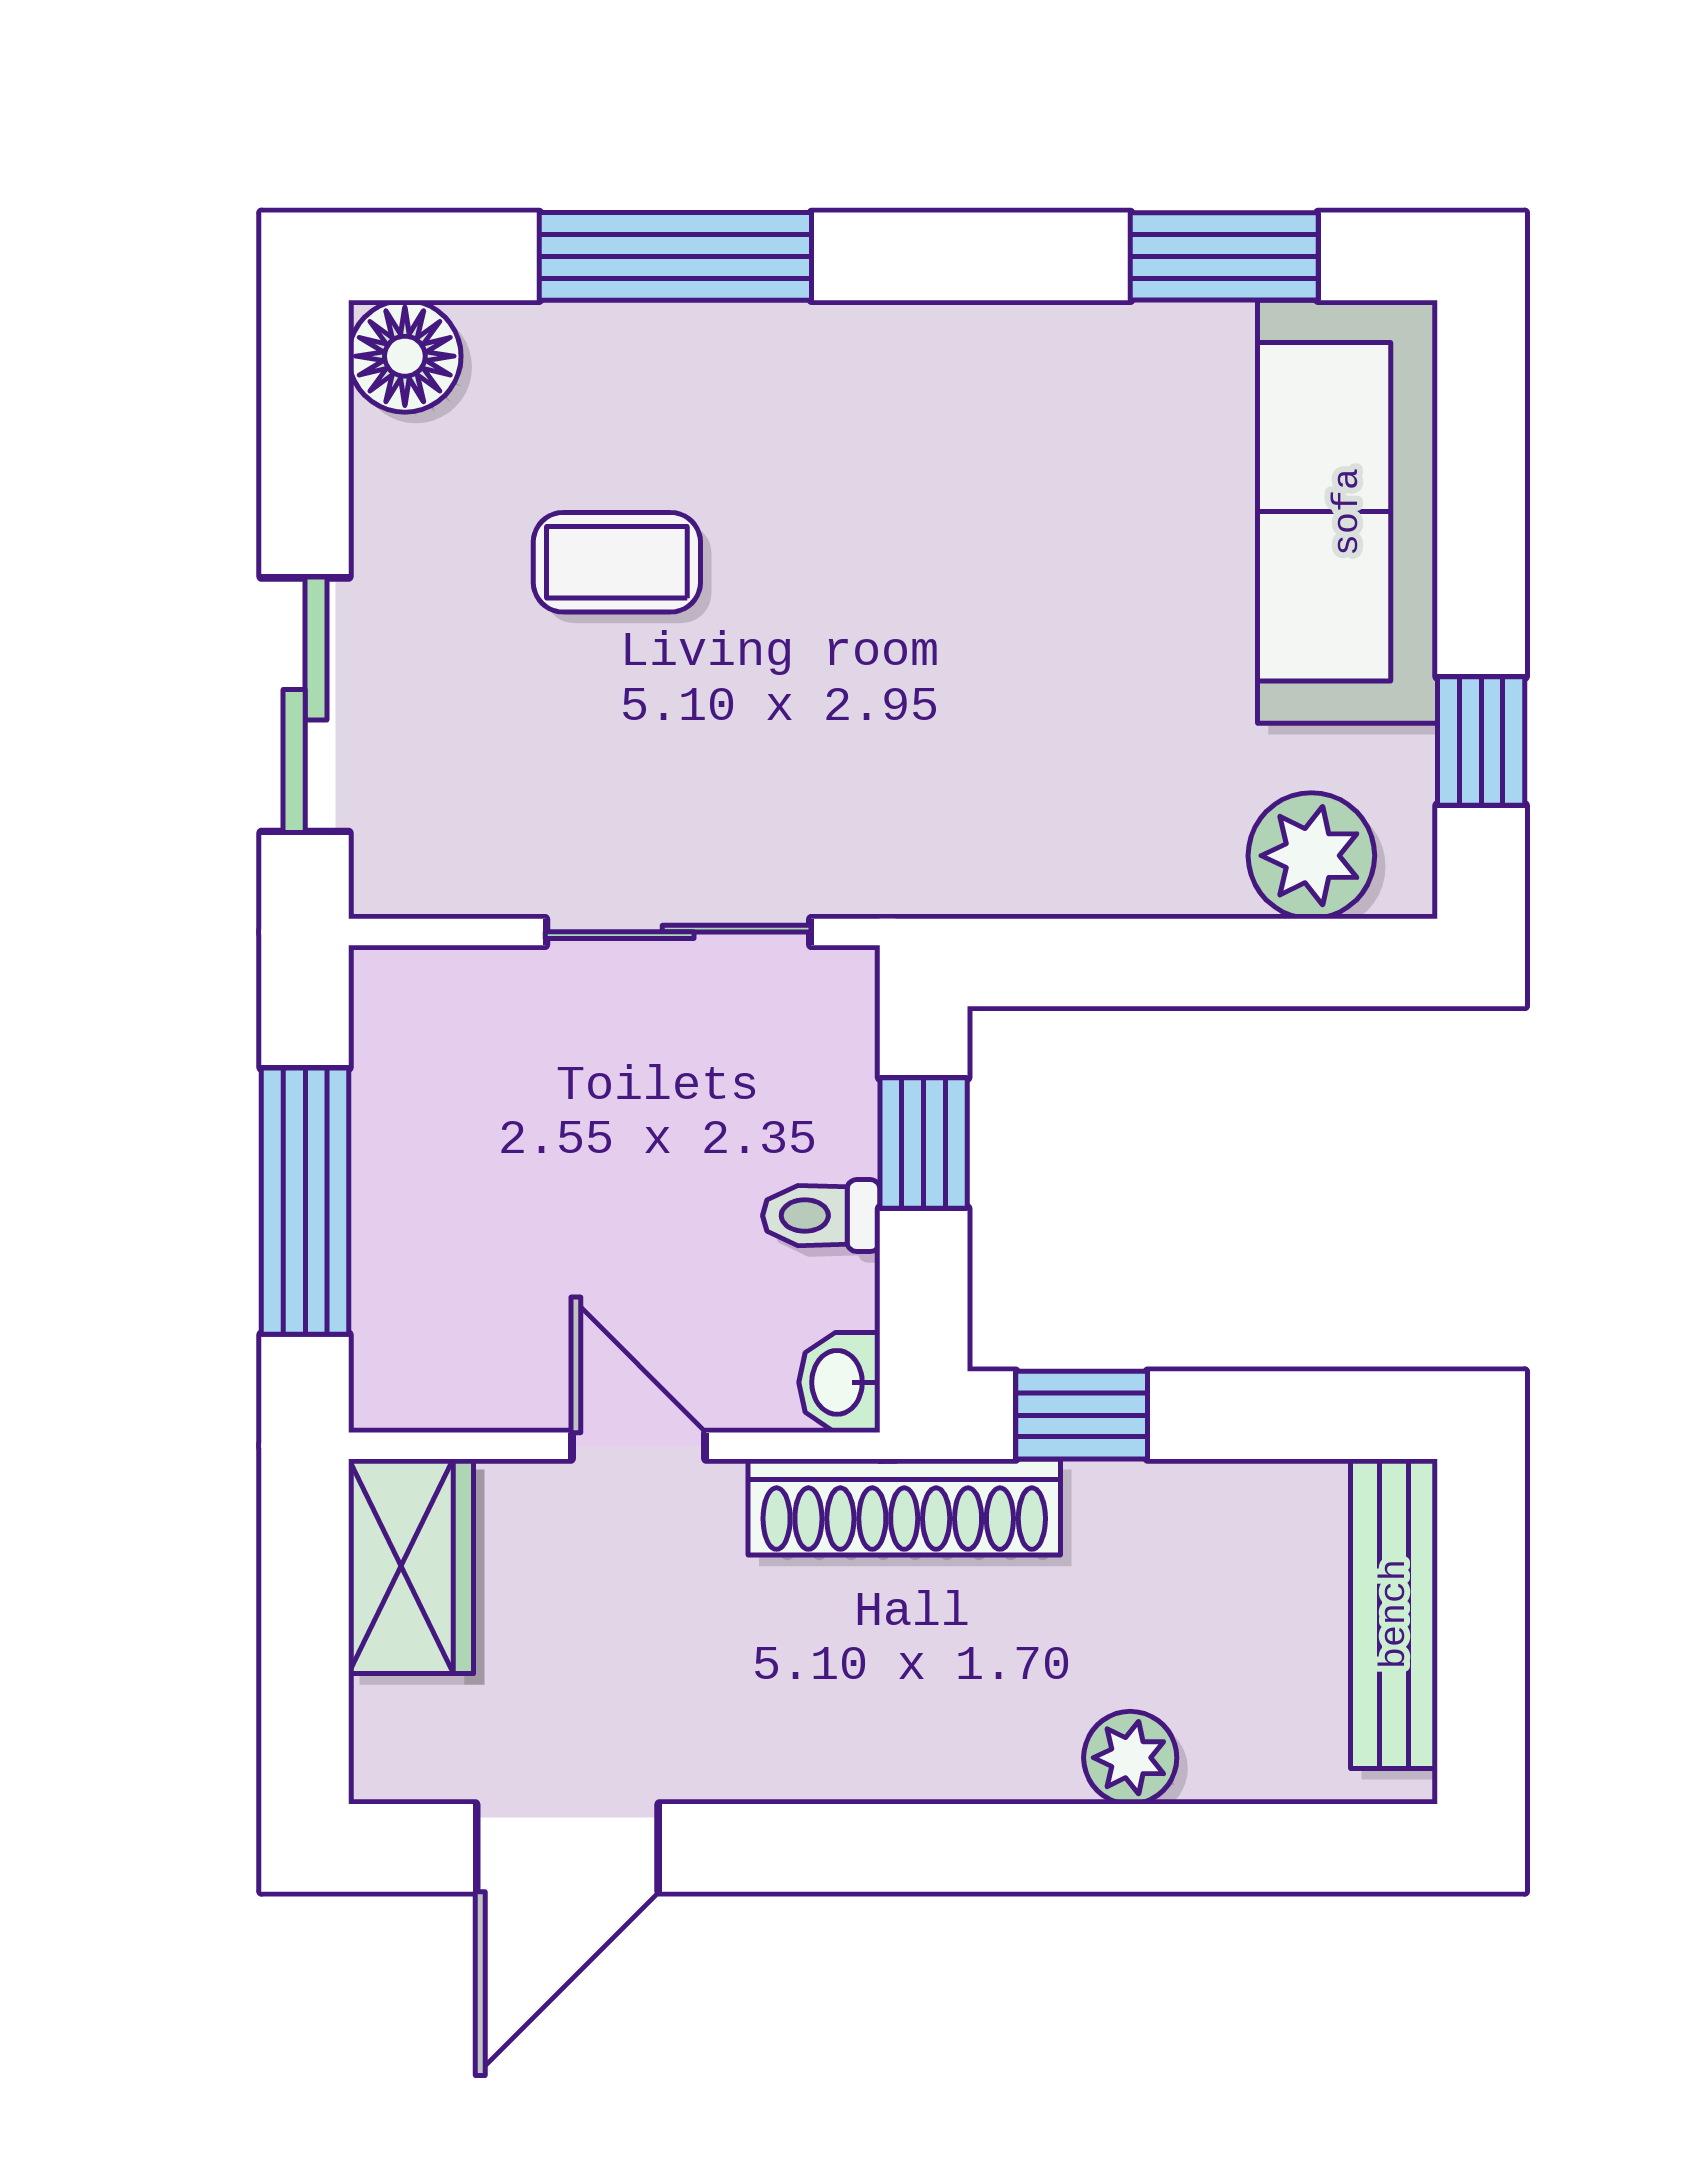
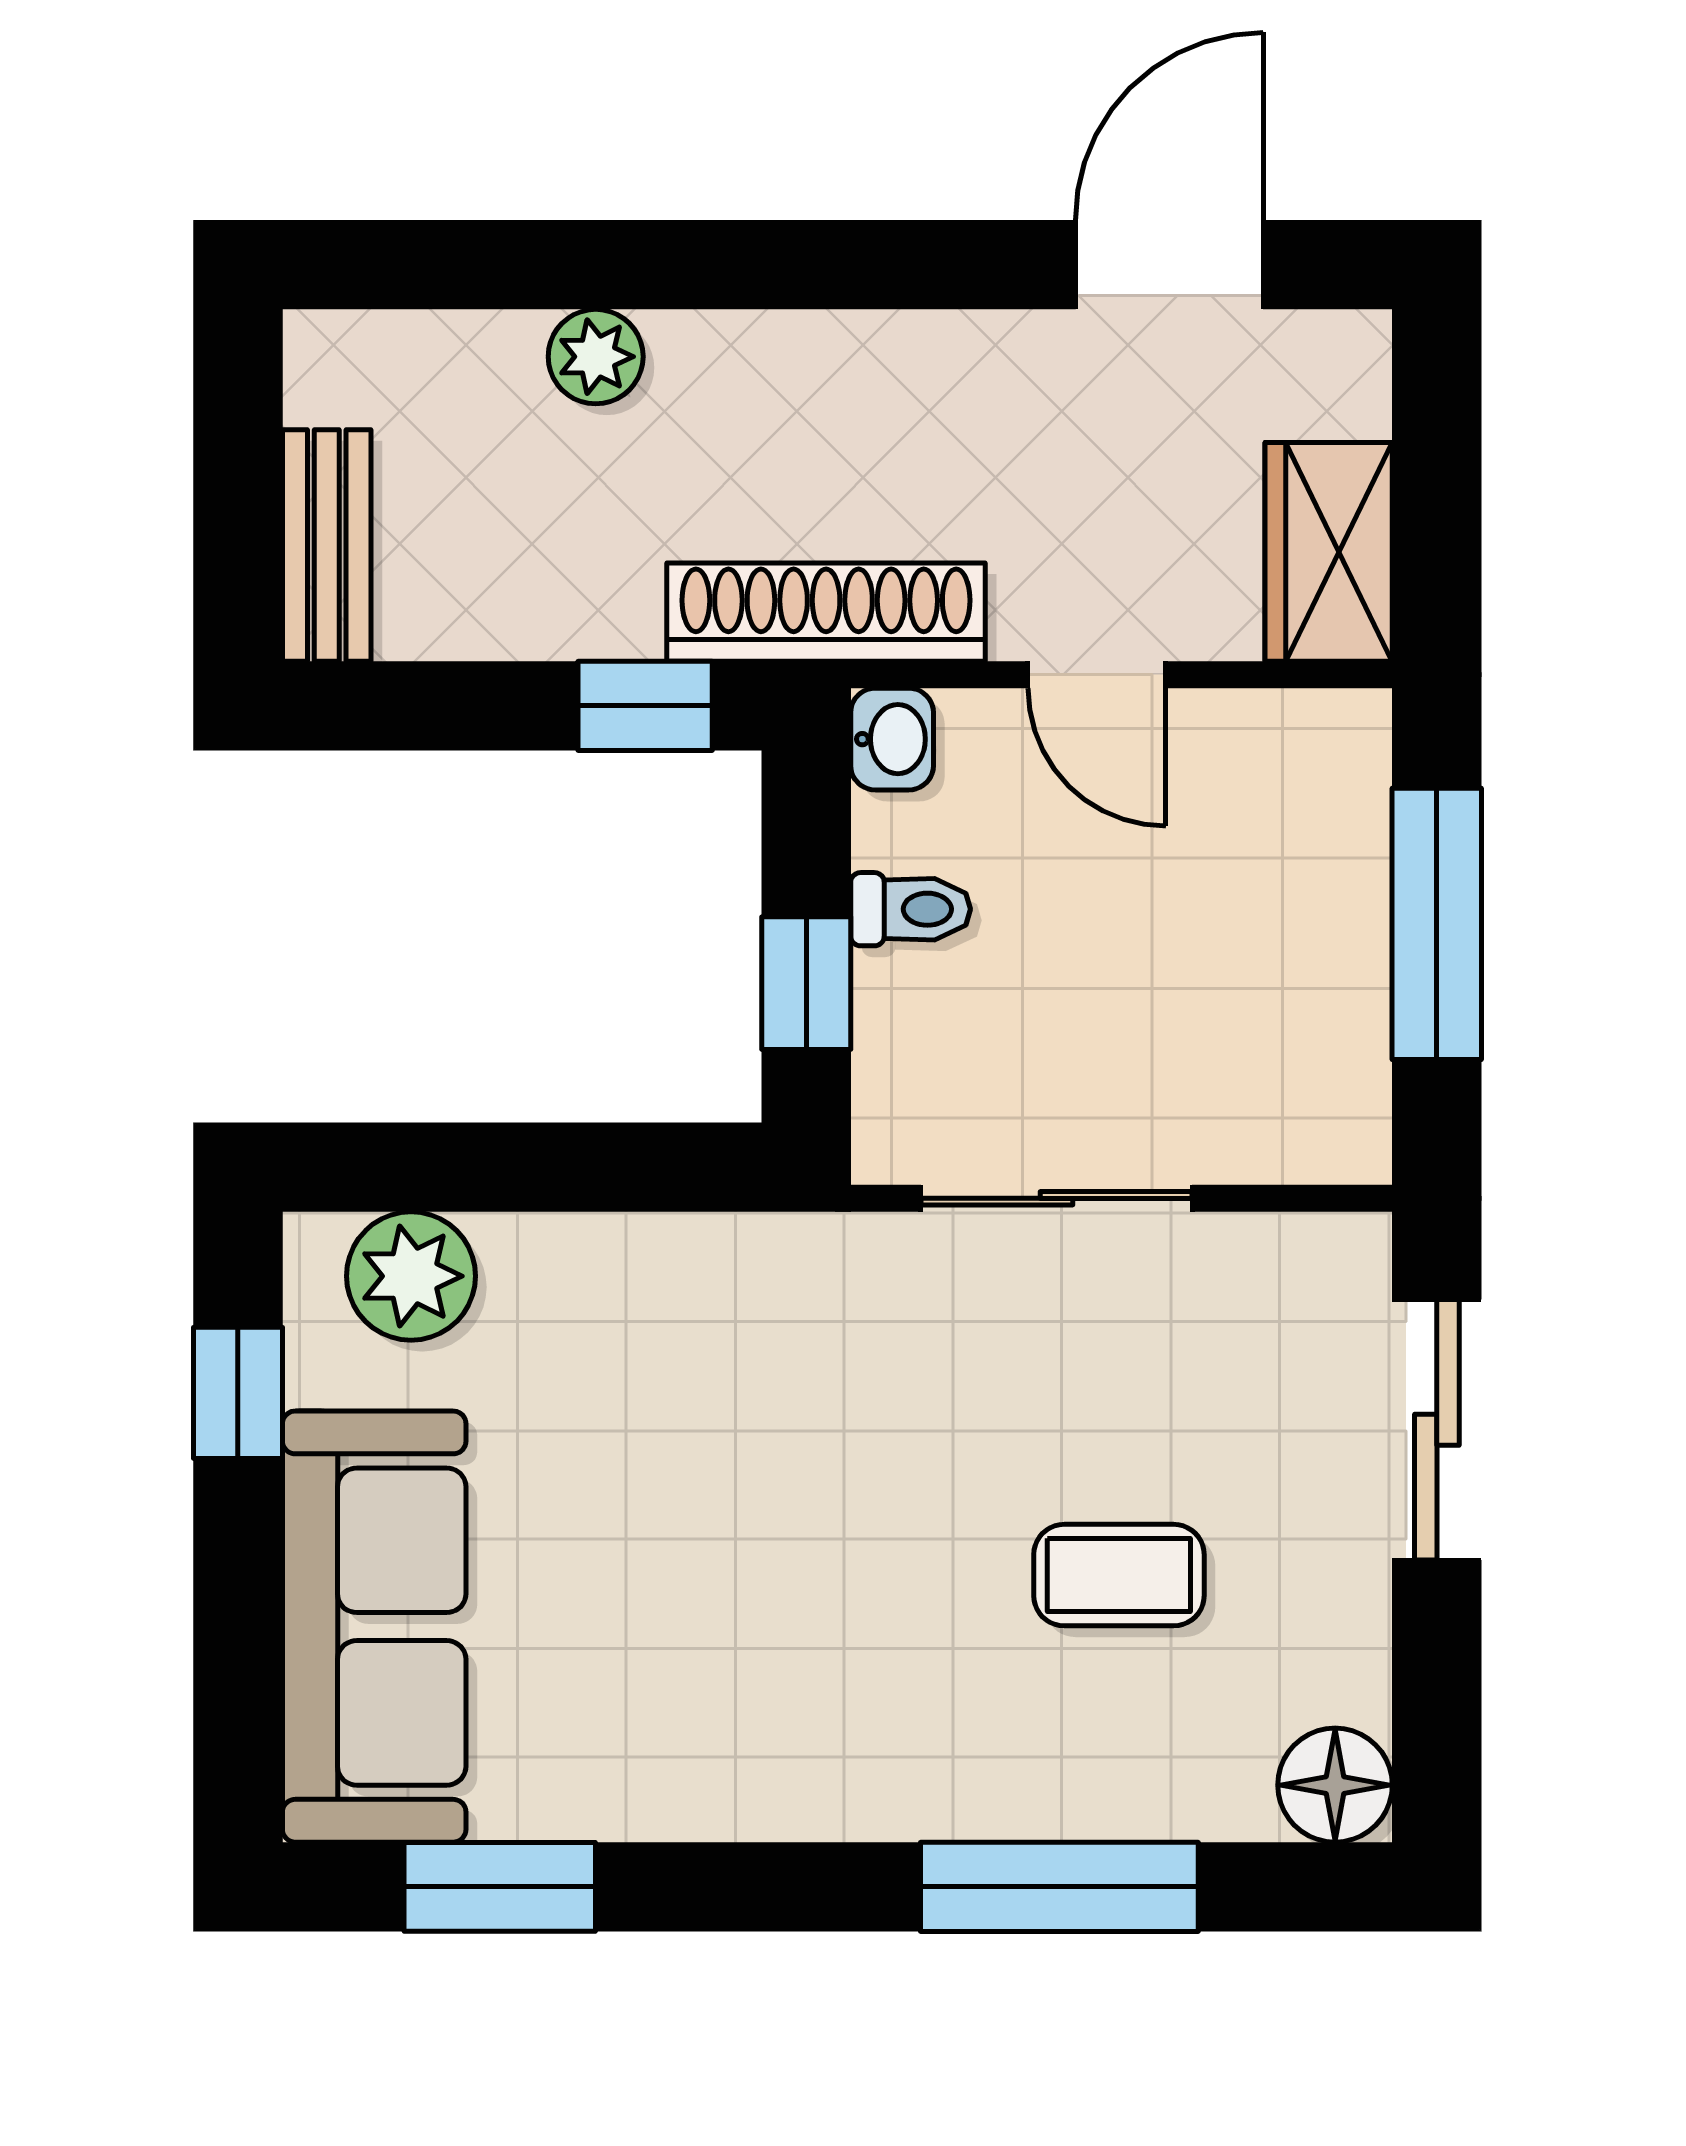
bench: (1394, 1614) -> (327, 546), width x0.73

